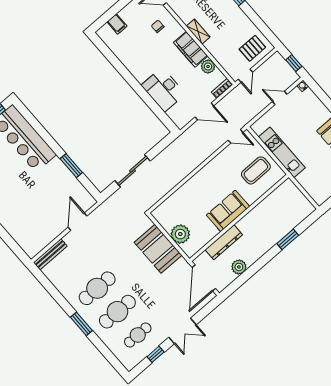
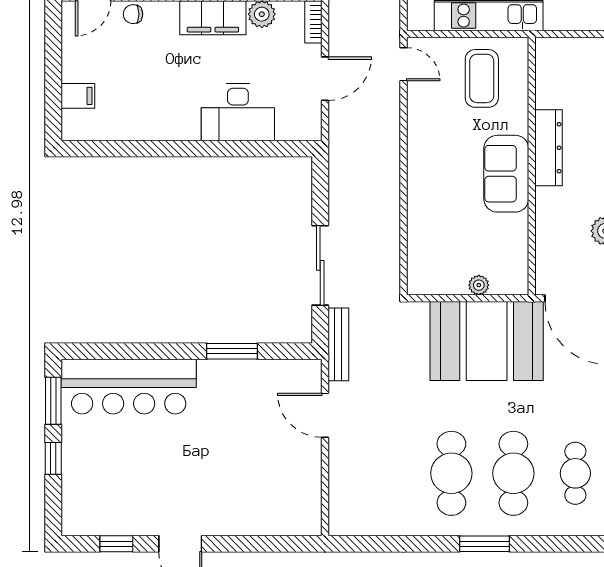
chair: (158, 26) -> (133, 14), moved
door: (236, 136) -> (403, 64), hinge flipped
plant: (180, 234) -> (479, 285), width x0.53, depth x0.53
dresser: (224, 242) -> (548, 148), moved
booth: (158, 249) -> (487, 341), width x1.36, depth x1.42
bench: (50, 254) -> (338, 344), moved

